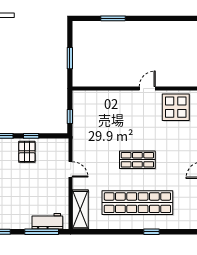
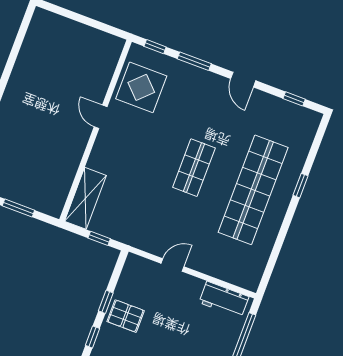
shelving: (80, 210) -> (85, 198), moved, turned 90
workbench: (47, 221) -> (224, 300), moved, turned -90

